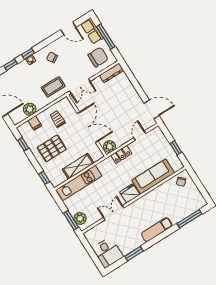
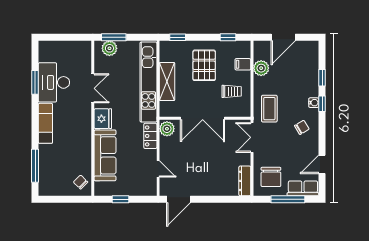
kitchen unit: (79, 183) -> (148, 82), width x1.36
desk: (108, 253) -> (54, 82), moved, width x1.37

